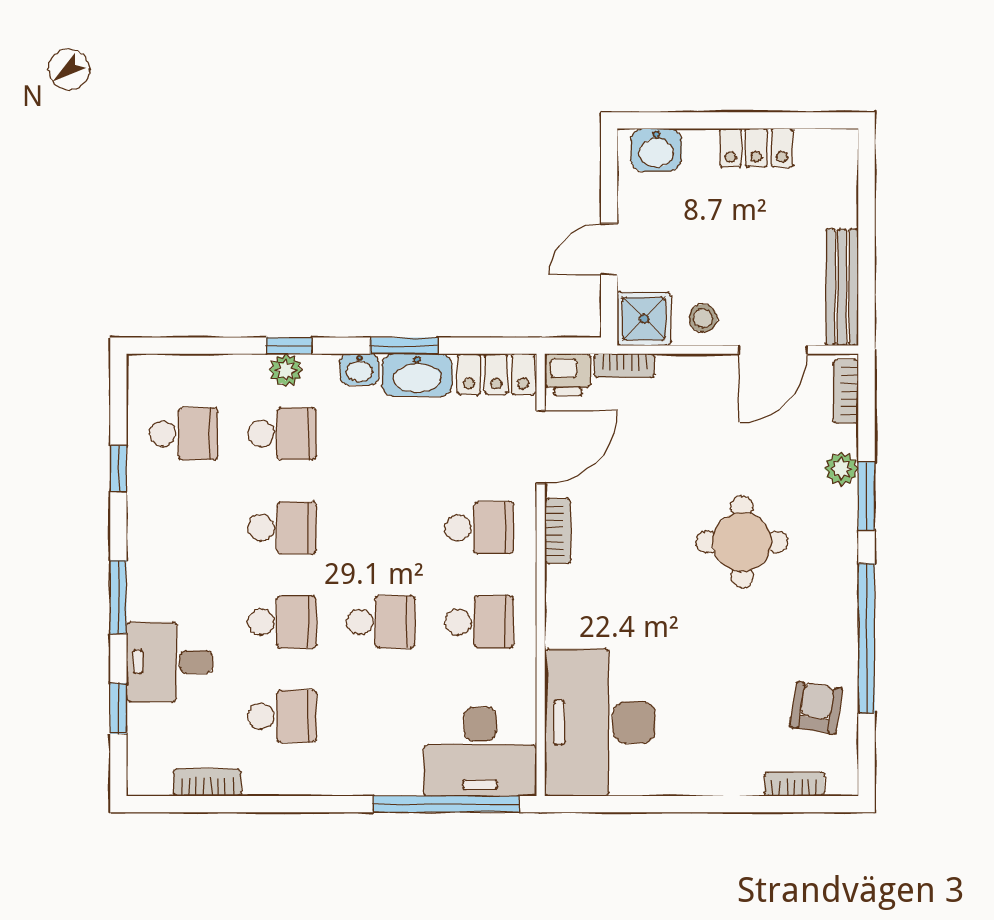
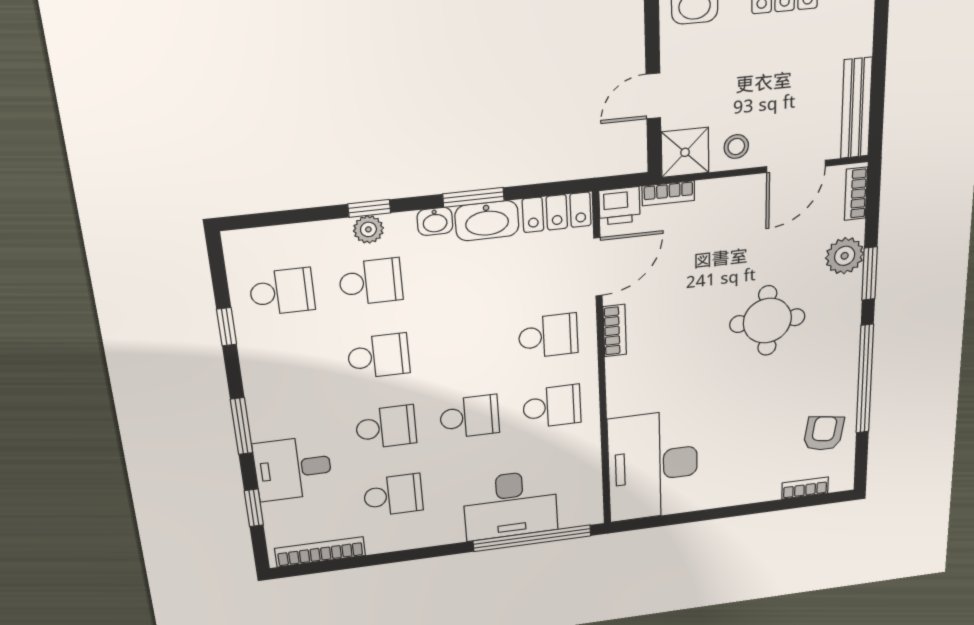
plant: (841, 469) -> (845, 256), width x1.38, depth x1.38
desk: (480, 752) -> (510, 505), moved
bookcase: (207, 783) -> (320, 552), width x1.56

